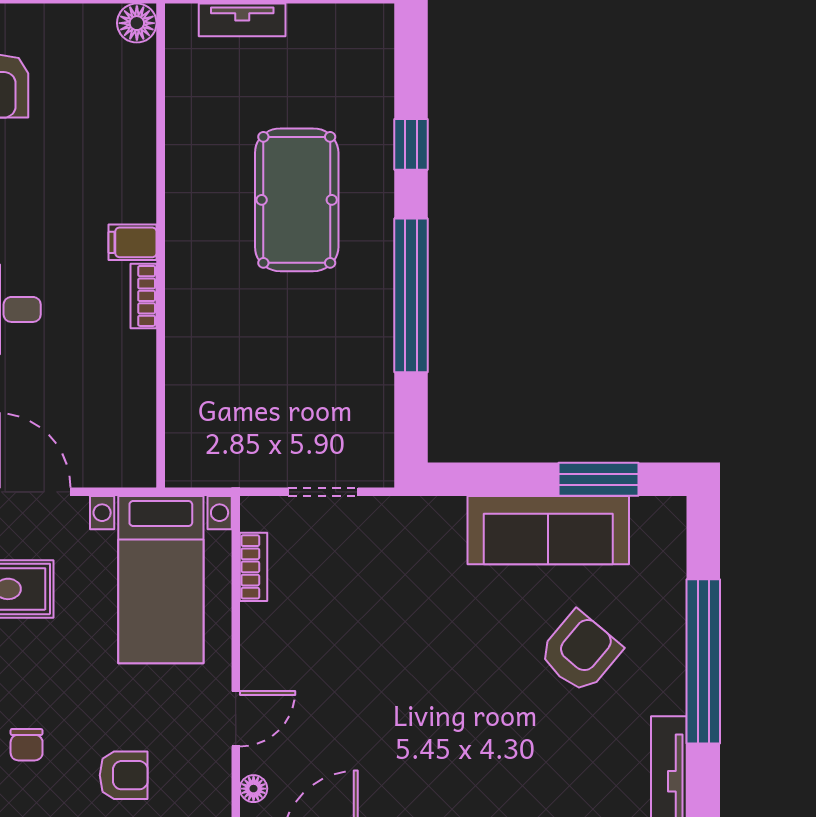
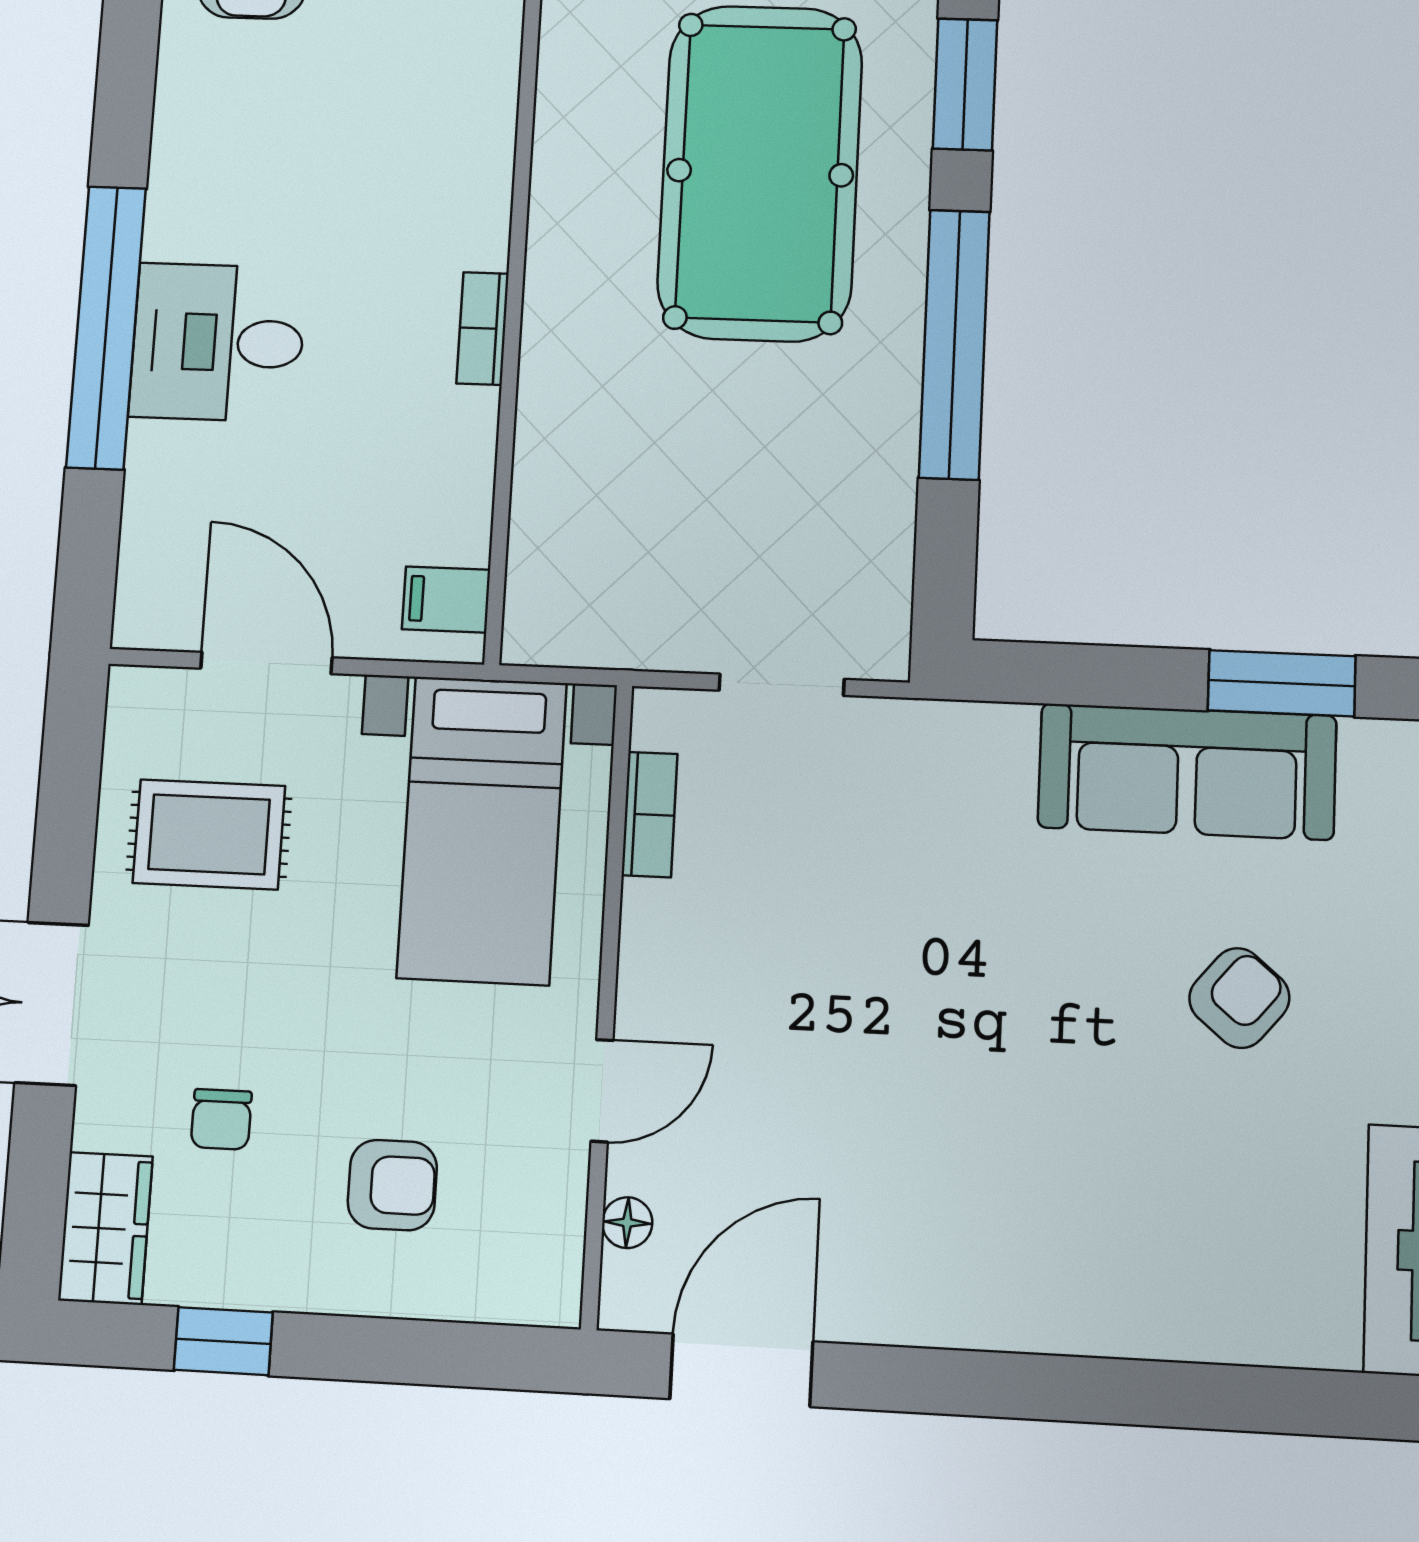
window: (411, 144) -> (965, 84), width x1.50
pool table: (297, 200) -> (760, 173), width x1.36, depth x1.32
filing cabinet: (133, 242) -> (446, 600), moved
armchair: (580, 652) -> (1239, 998), width x0.72, depth x0.72

